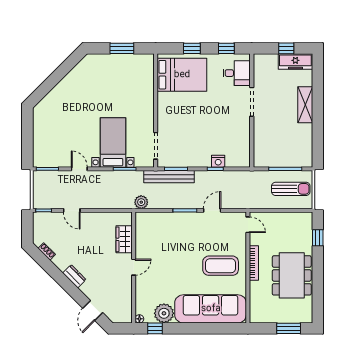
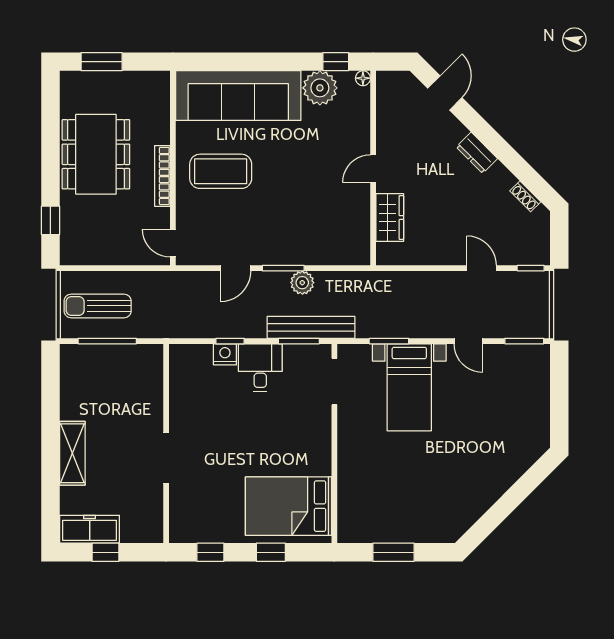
desk: (237, 73) -> (260, 367), moved, turned 90
plant: (141, 202) -> (302, 283), moved

